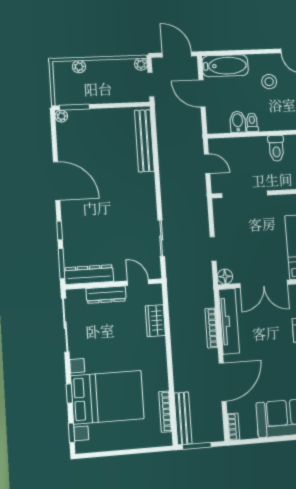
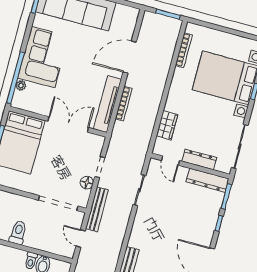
floor lamp: (225, 277) -> (87, 183), moved
bench: (183, 418) -> (97, 209), moved
bookcase: (234, 427) -> (133, 19), removed

